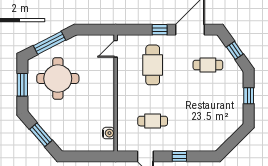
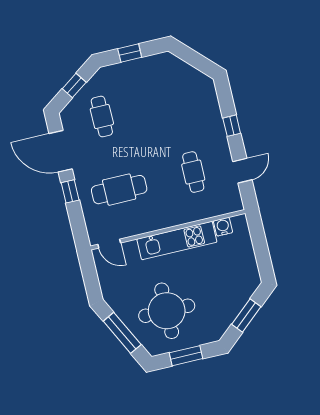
kitchen unit: (106, 98) -> (177, 241), added

